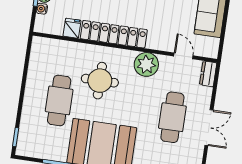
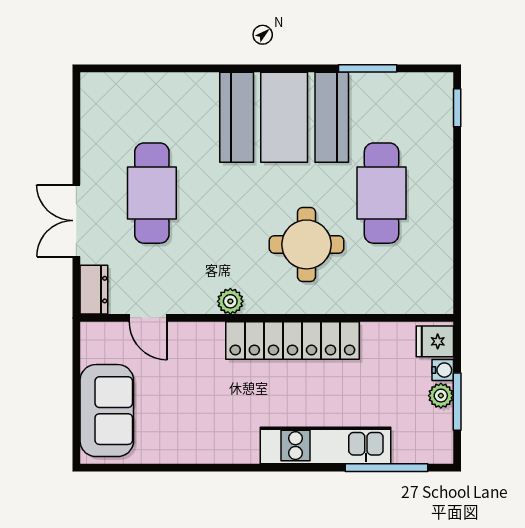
fridge: (72, 28) -> (435, 341), moved, turned 90
plant: (146, 64) -> (230, 301), width x0.53, depth x0.53
double door: (209, 128) -> (76, 221), moved

